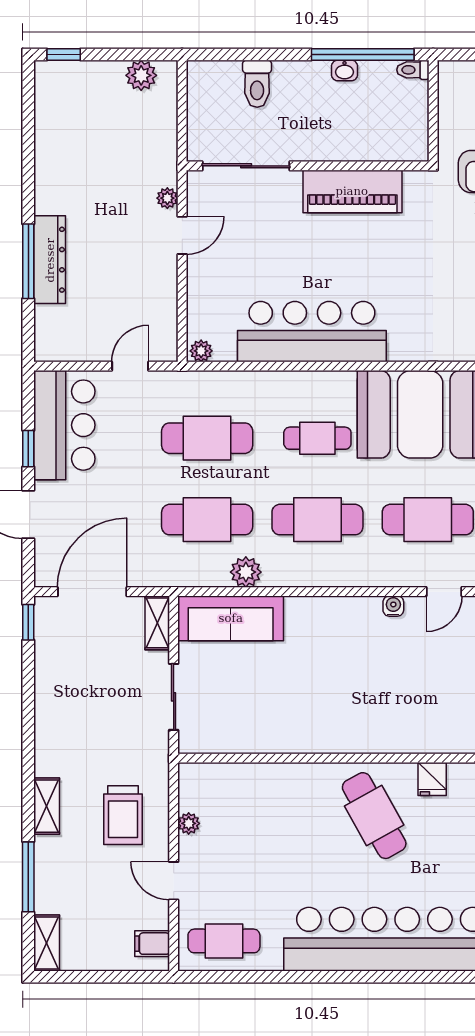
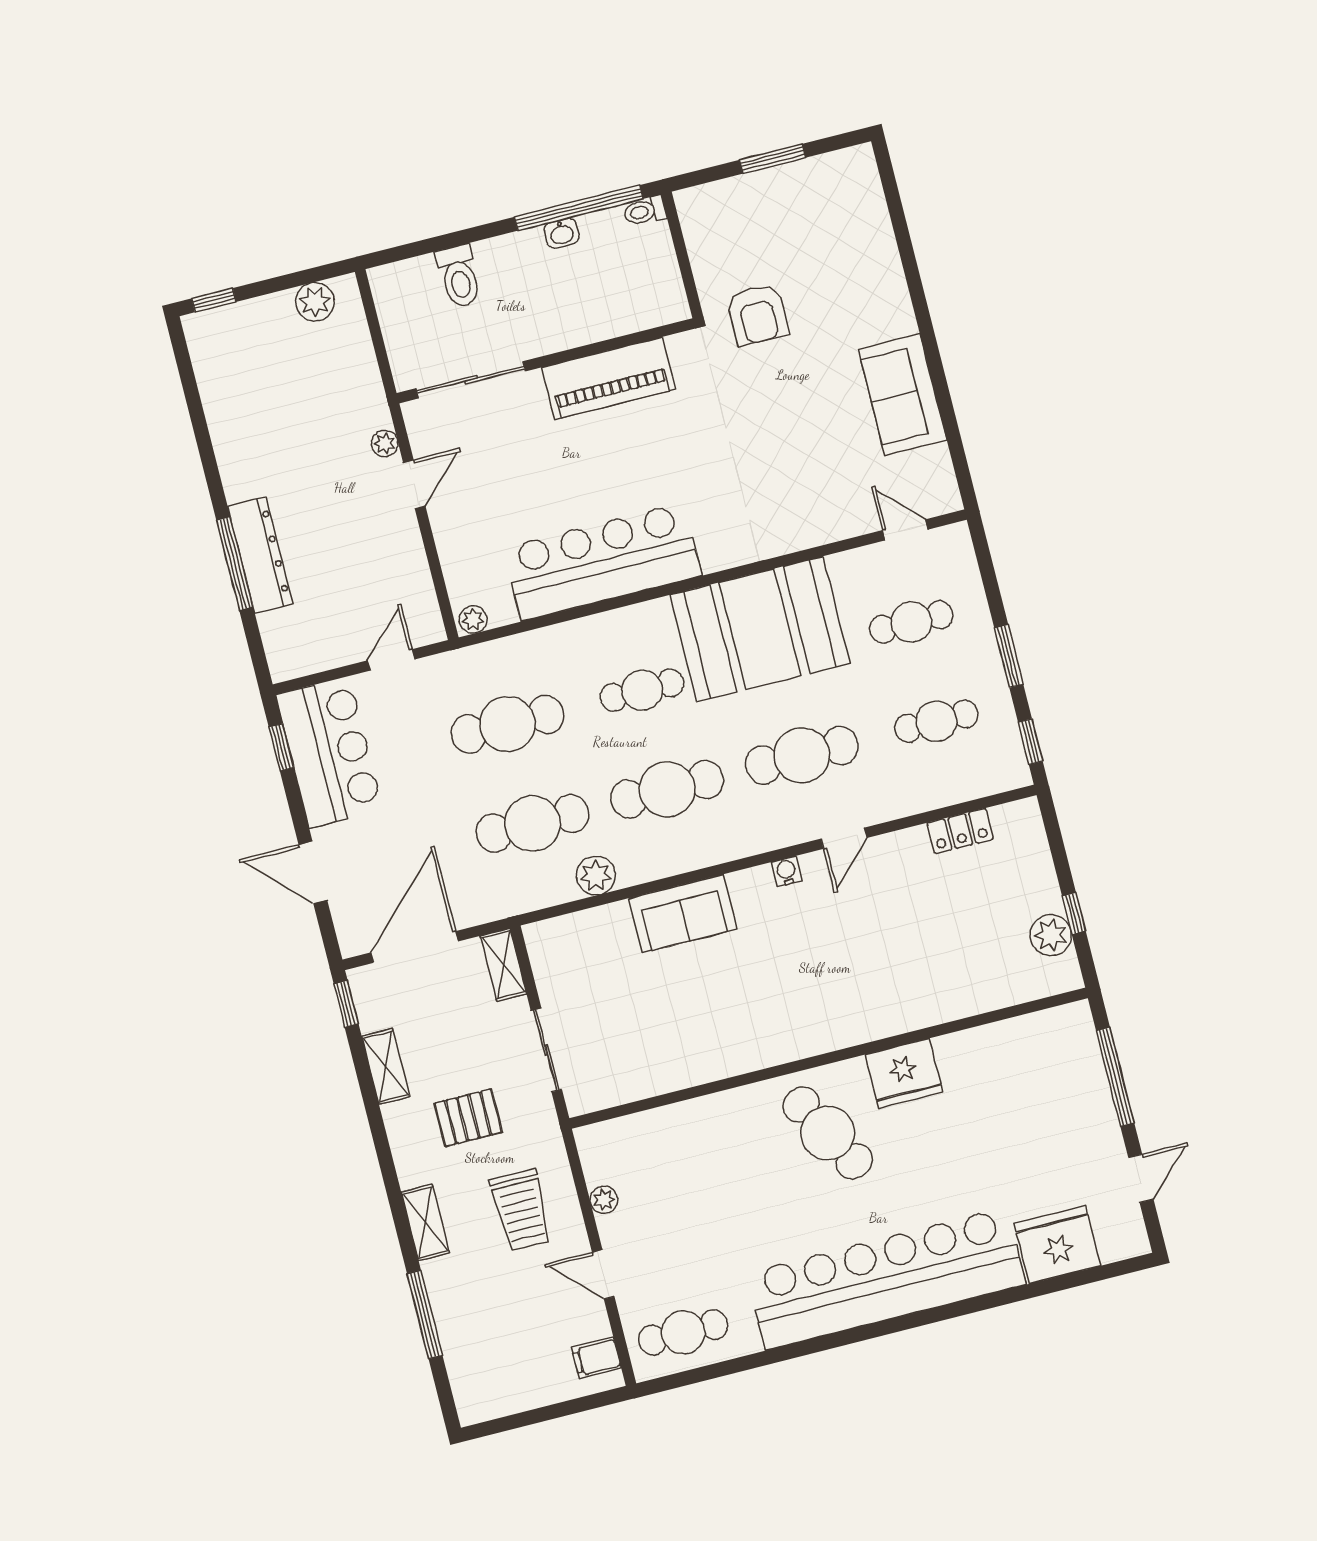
window: (28, 449) -> (281, 747), moved
sofa: (231, 618) -> (683, 914), moved, width x0.73
pallet: (100, 734) -> (468, 1118), added
fridge: (432, 779) -> (904, 1073), width x1.88, depth x1.34
shelving: (47, 943) -> (386, 1066), moved

